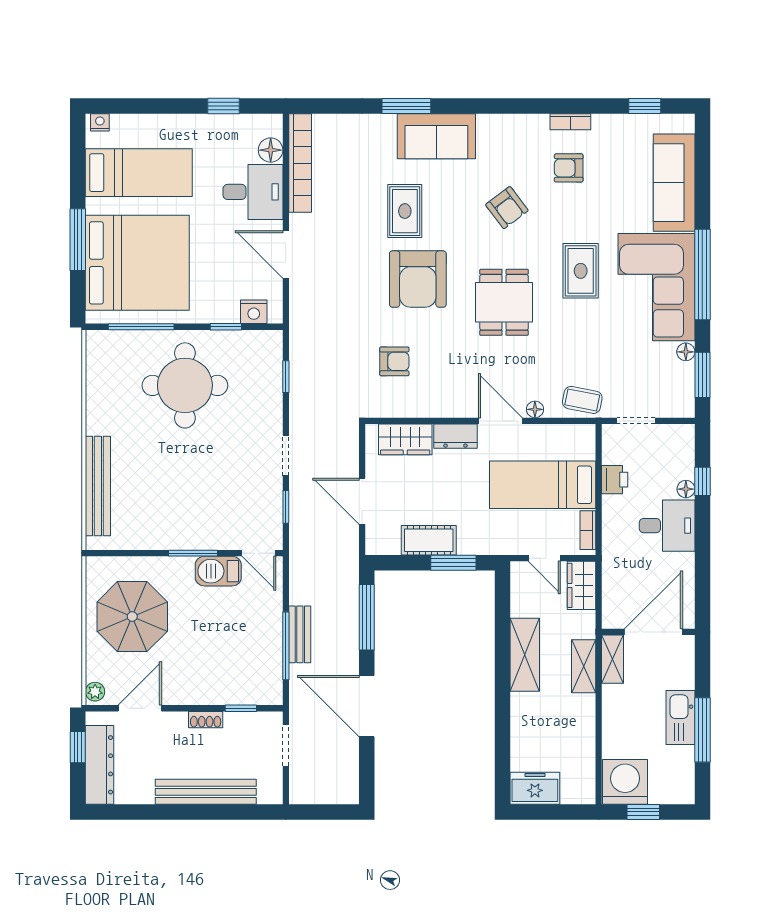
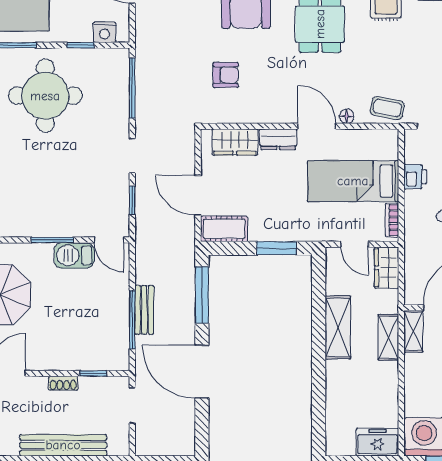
window: (286, 377) -> (132, 88), width x2.17
cot: (429, 540) -> (224, 229), moved
freezer: (535, 788) -> (377, 442), moved

